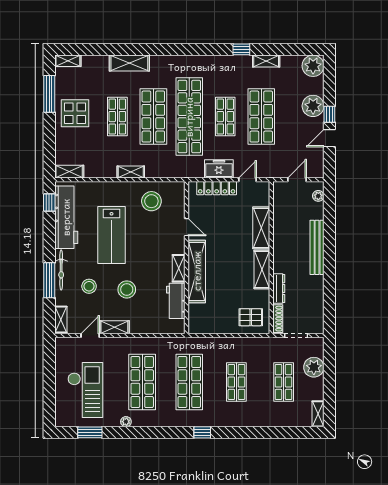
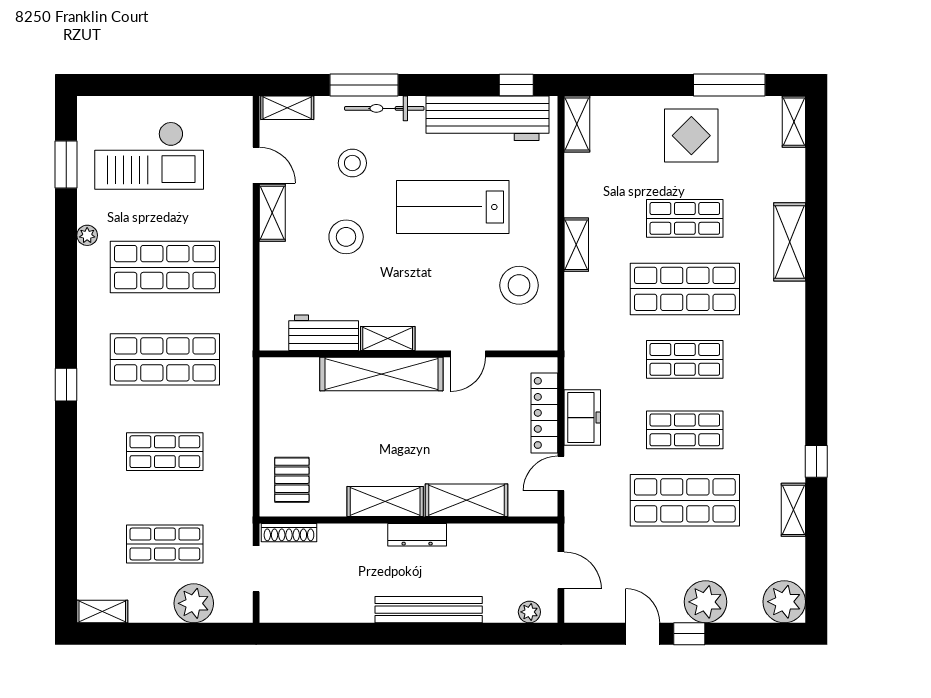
shop shelf: (189, 117) -> (685, 359), width x0.50, depth x0.74
door: (248, 180) -> (561, 473), swing flipped
dresser: (279, 289) -> (417, 535), moved

